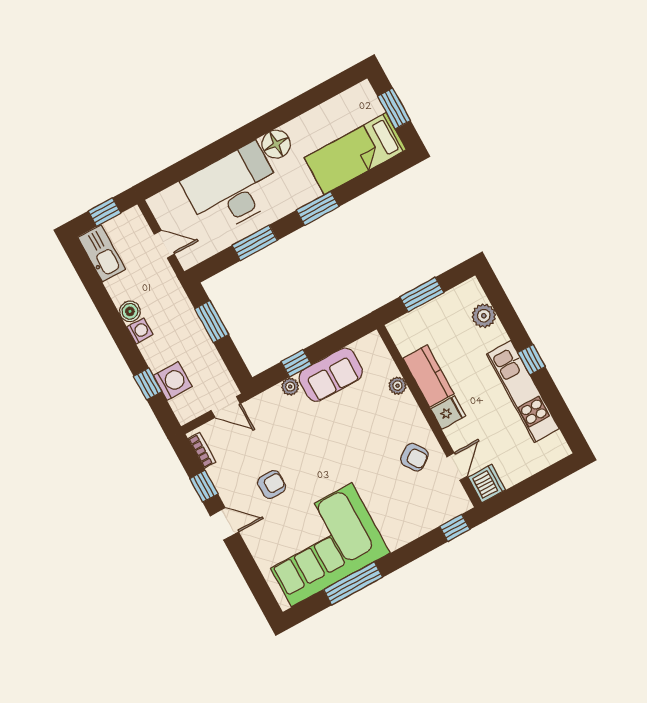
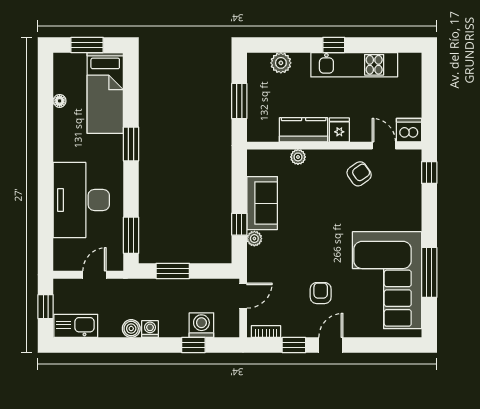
floor lamp: (276, 144) -> (60, 101), moved, width x0.53, depth x0.53
window: (255, 243) -> (131, 235), moved

